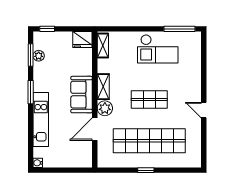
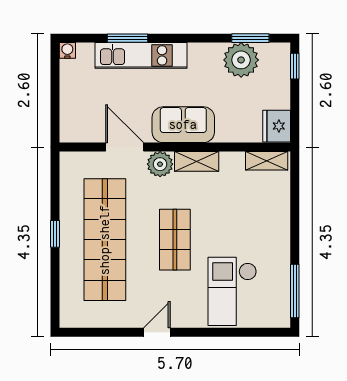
checkout: (158, 49) -> (232, 291), moved
plant: (39, 56) -> (241, 60), width x1.88, depth x1.88
window: (31, 92) -> (128, 38), moved

